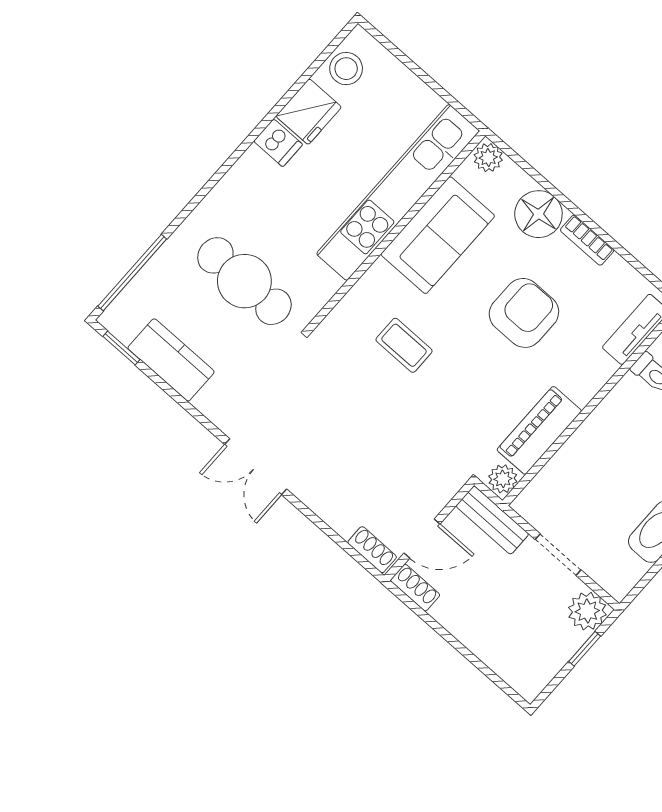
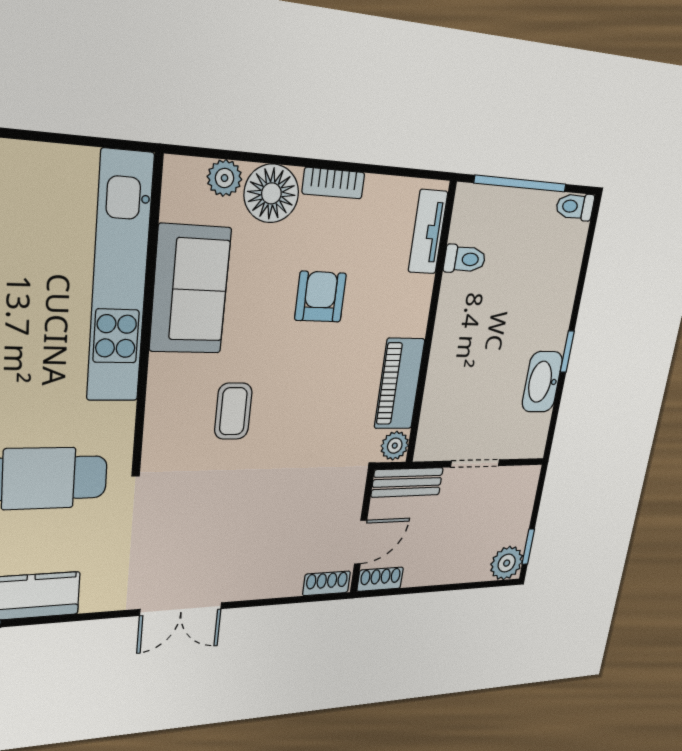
plant: (488, 158) -> (225, 178), moved
armchair: (524, 313) -> (320, 297), width x0.72, depth x0.72
coffee table: (404, 345) -> (233, 411), turned 90
plant: (587, 611) -> (507, 563), moved
window: (585, 649) -> (528, 547), moved

